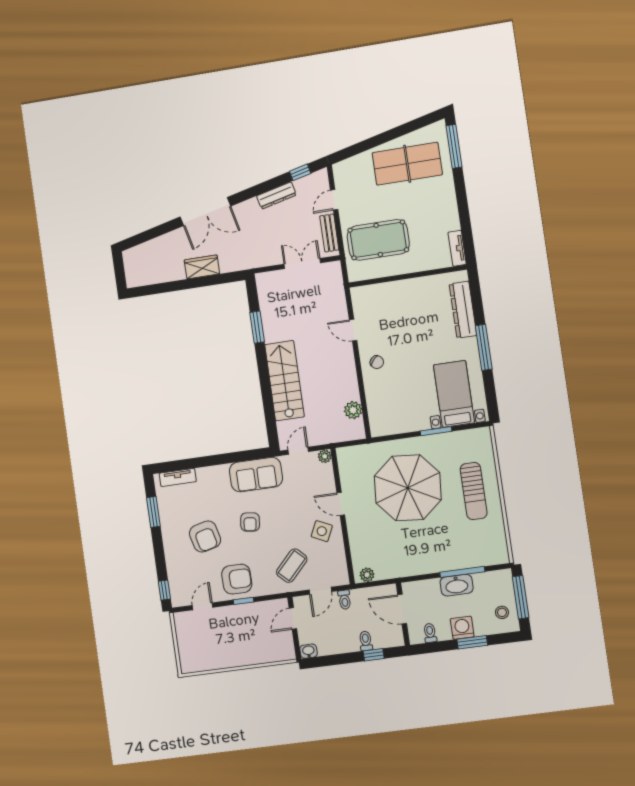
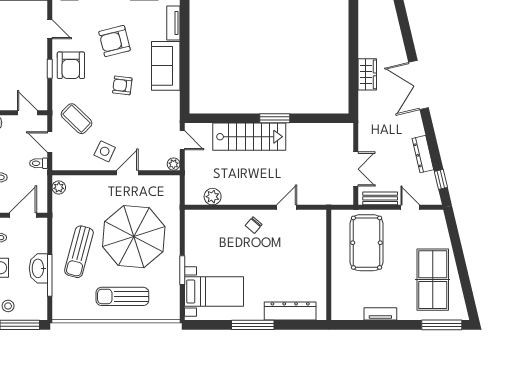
tv unit: (457, 248) -> (380, 314), moved
window: (257, 327) -> (275, 118), moved
sofa: (256, 475) -> (166, 66), moved
sun lounger: (432, 544) -> (79, 252), added

